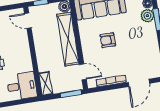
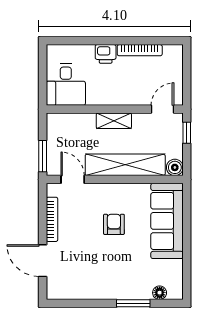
plant: (147, 16) -> (141, 290), removed
door: (83, 72) -> (73, 179), swing flipped
shelving: (46, 84) -> (114, 121), moved

